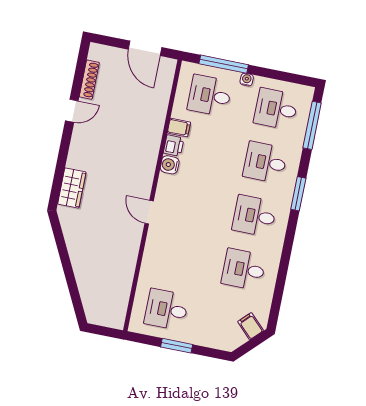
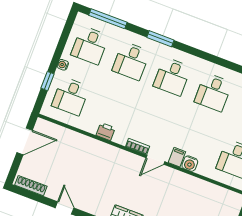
window: (224, 64) -> (48, 81), width x0.46
shoe rack: (89, 80) -> (31, 186), moved
filing cabinet: (179, 128) -> (177, 157), moved
water cooler: (170, 165) -> (190, 164), moved
bookcase: (162, 188) -> (138, 146), added

